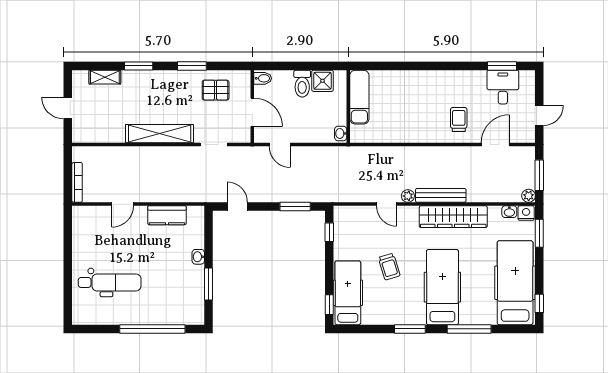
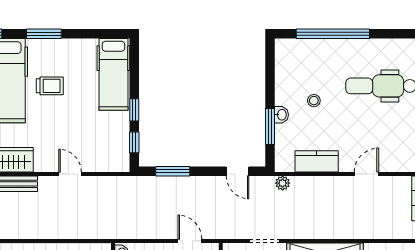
plant: (408, 196) -> (283, 183), moved
trolley: (389, 267) -> (50, 86), moved, turned 107
stool: (169, 269) -> (314, 101), added
window: (208, 284) -> (270, 126), moved
window: (329, 305) -> (134, 110), moved

